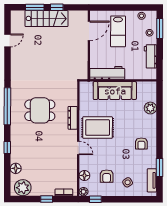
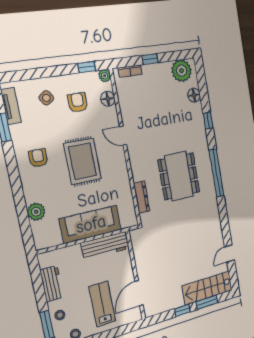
stairs: (46, 19) -> (207, 288), moved
dining table: (40, 110) -> (179, 176), width x1.38
dresser: (73, 118) -> (142, 197), moved
rug: (98, 128) -> (83, 161), moved, turned 90

